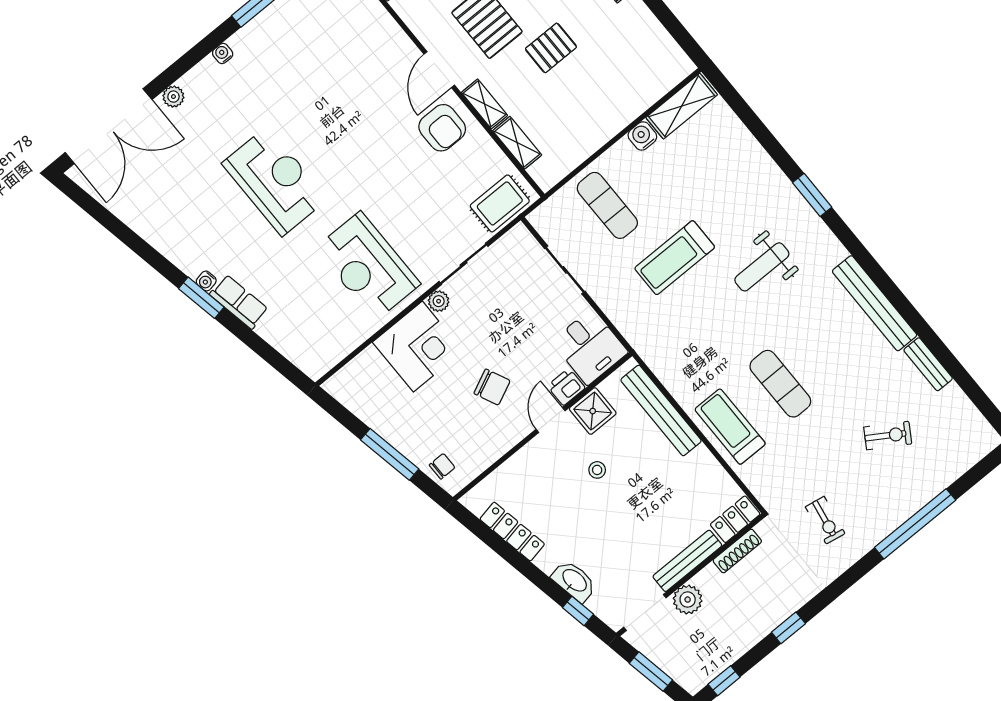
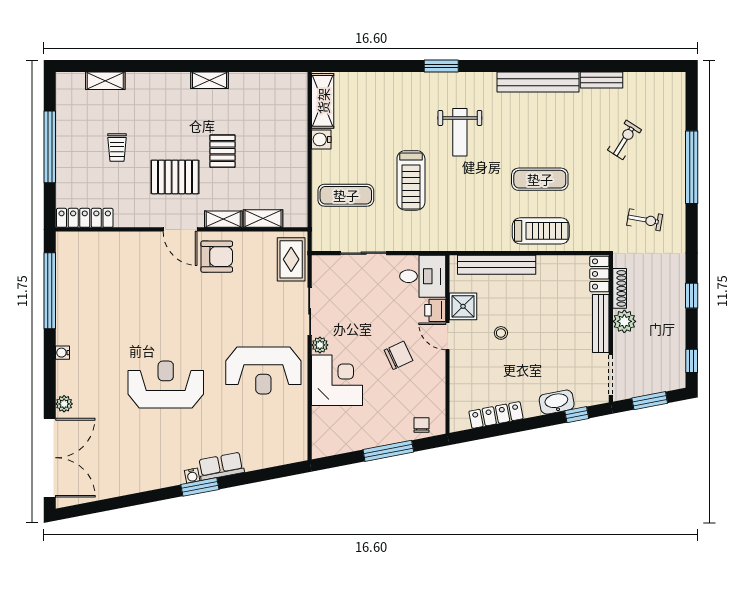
treadmill: (730, 427) -> (541, 231), turned 180
plant: (688, 600) -> (624, 321), moved

